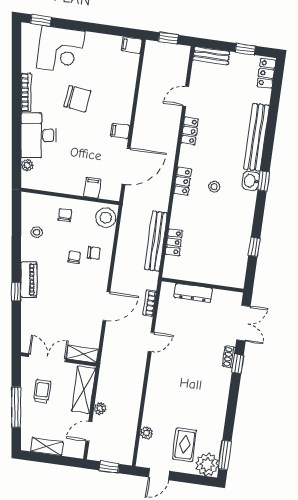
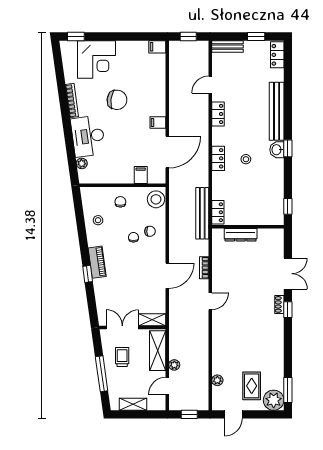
wall: (203, 285) -> (248, 227), moved
dresser: (193, 293) -> (241, 235), moved

